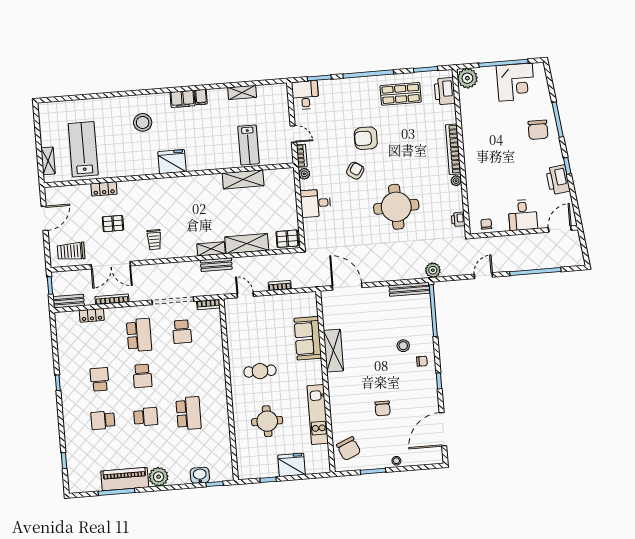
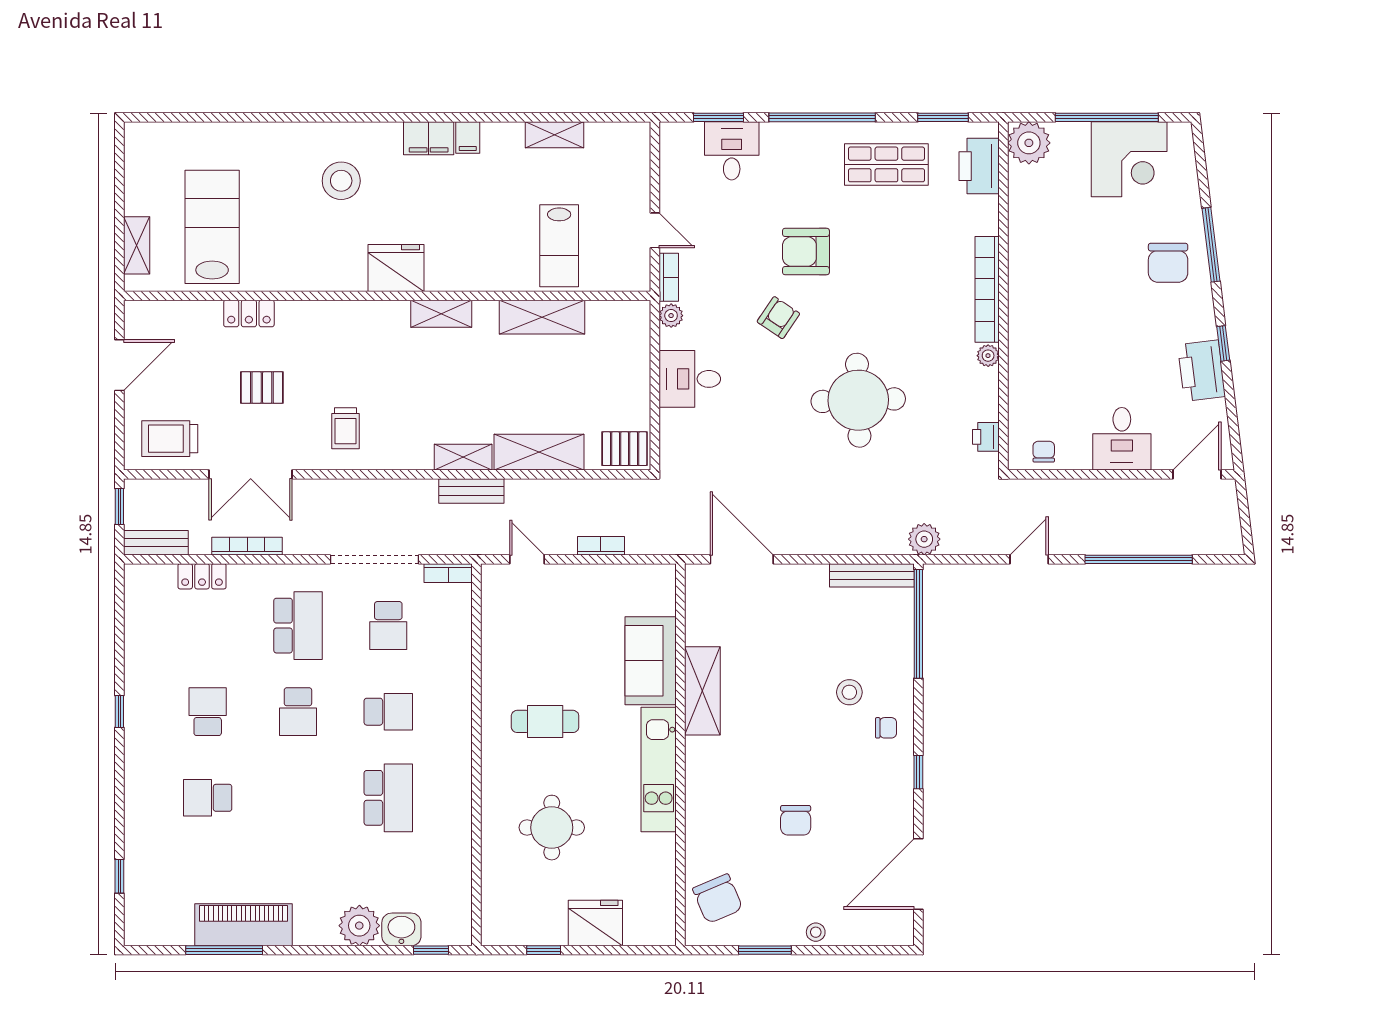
desk: (305, 95) -> (732, 151), moved
shelving: (195, 182) -> (441, 314), added
kitchen unit: (318, 414) -> (659, 769), moved
school desk: (146, 417) -> (388, 712), moved
plant: (159, 477) -> (359, 926), moved

